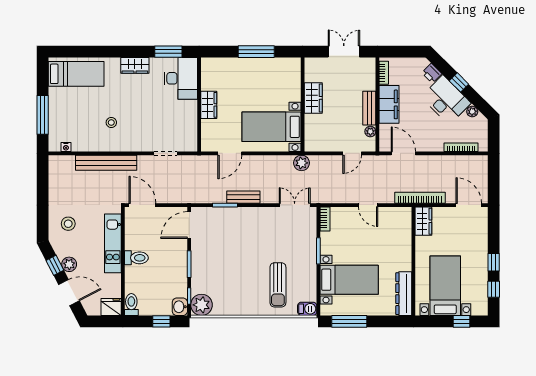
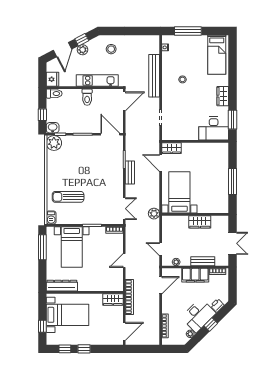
wardrobe: (209, 105) -> (172, 148), moved
bench: (369, 108) -> (203, 261), moved

